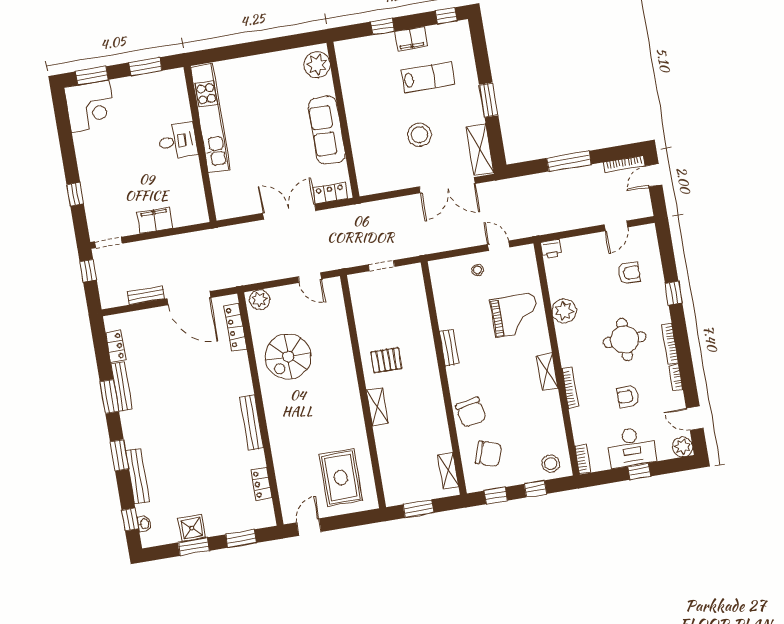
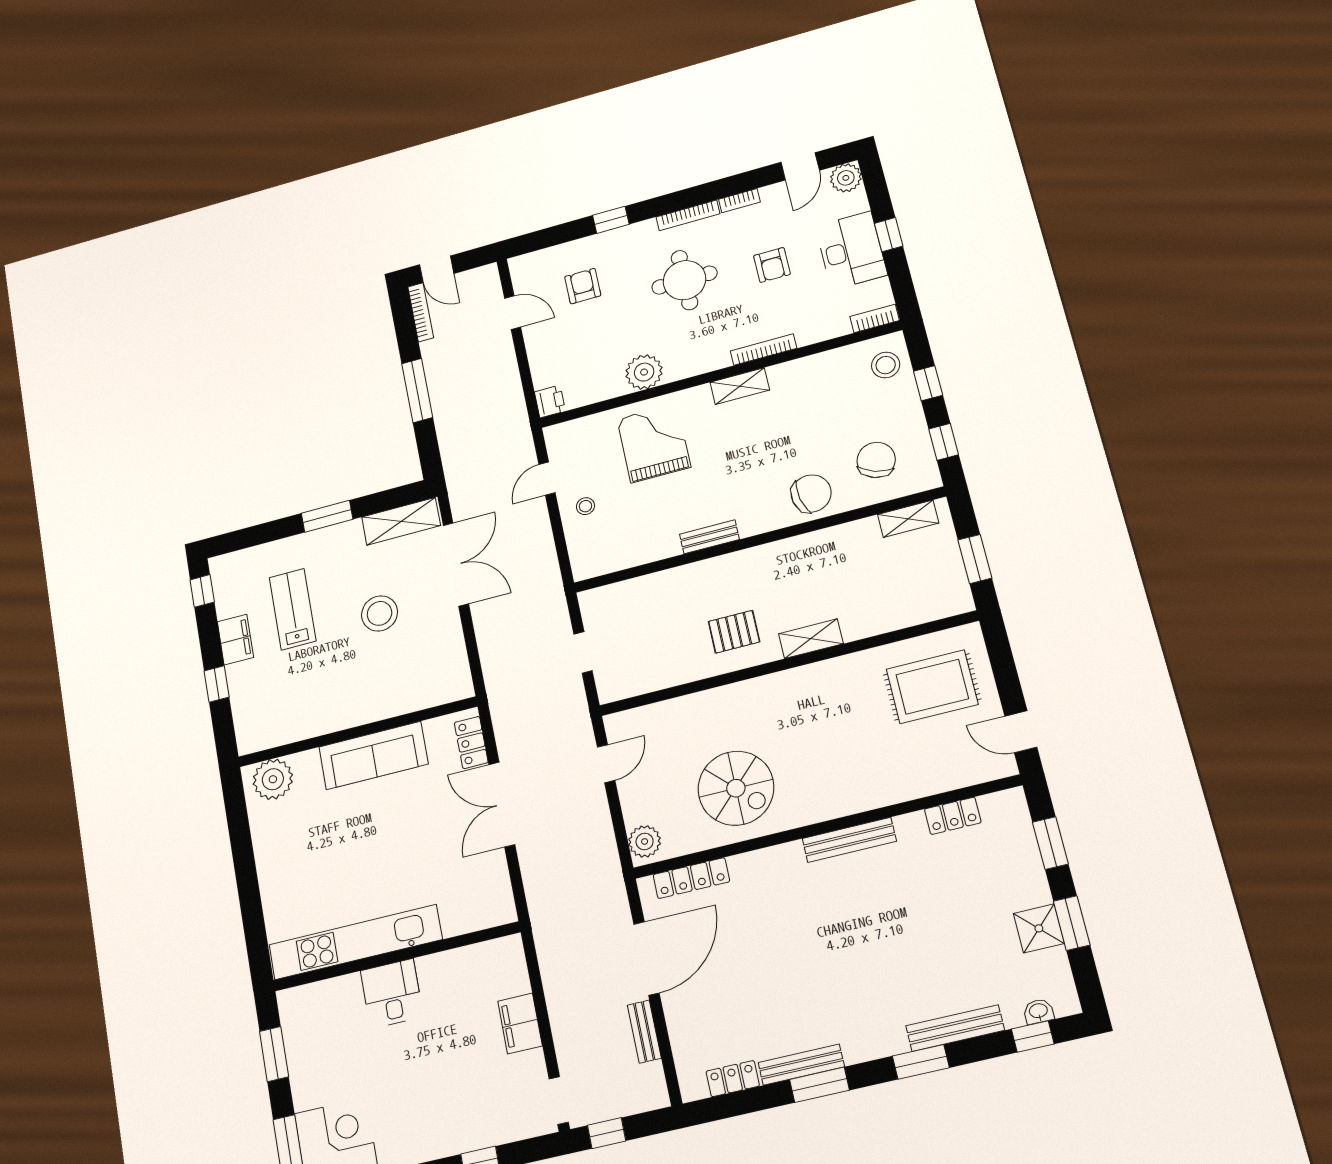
pallet: (386, 360) -> (734, 632), turned 90

